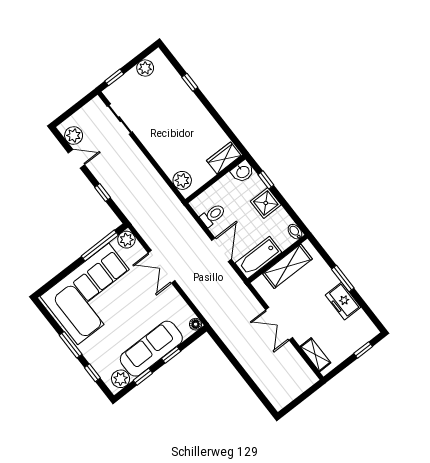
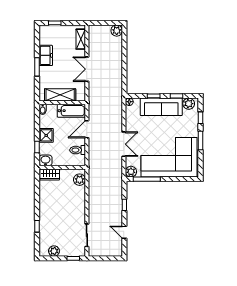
plant: (74, 135) -> (117, 31), moved
double door: (279, 324) -> (87, 69), swing flipped

